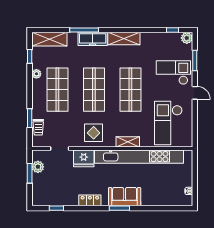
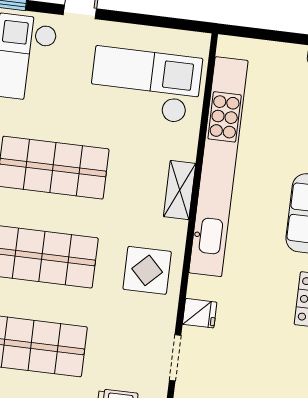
checkout: (168, 123) -> (145, 85), turned 180
fridge: (84, 158) -> (200, 313), width x0.53, depth x0.75

